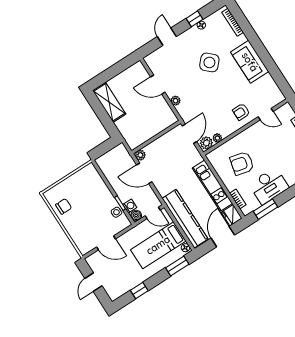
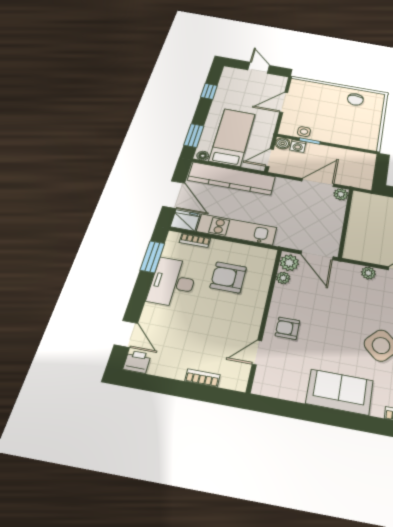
armchair: (241, 112) -> (287, 328), turned -90
armchair: (242, 163) -> (228, 277), turned -103

